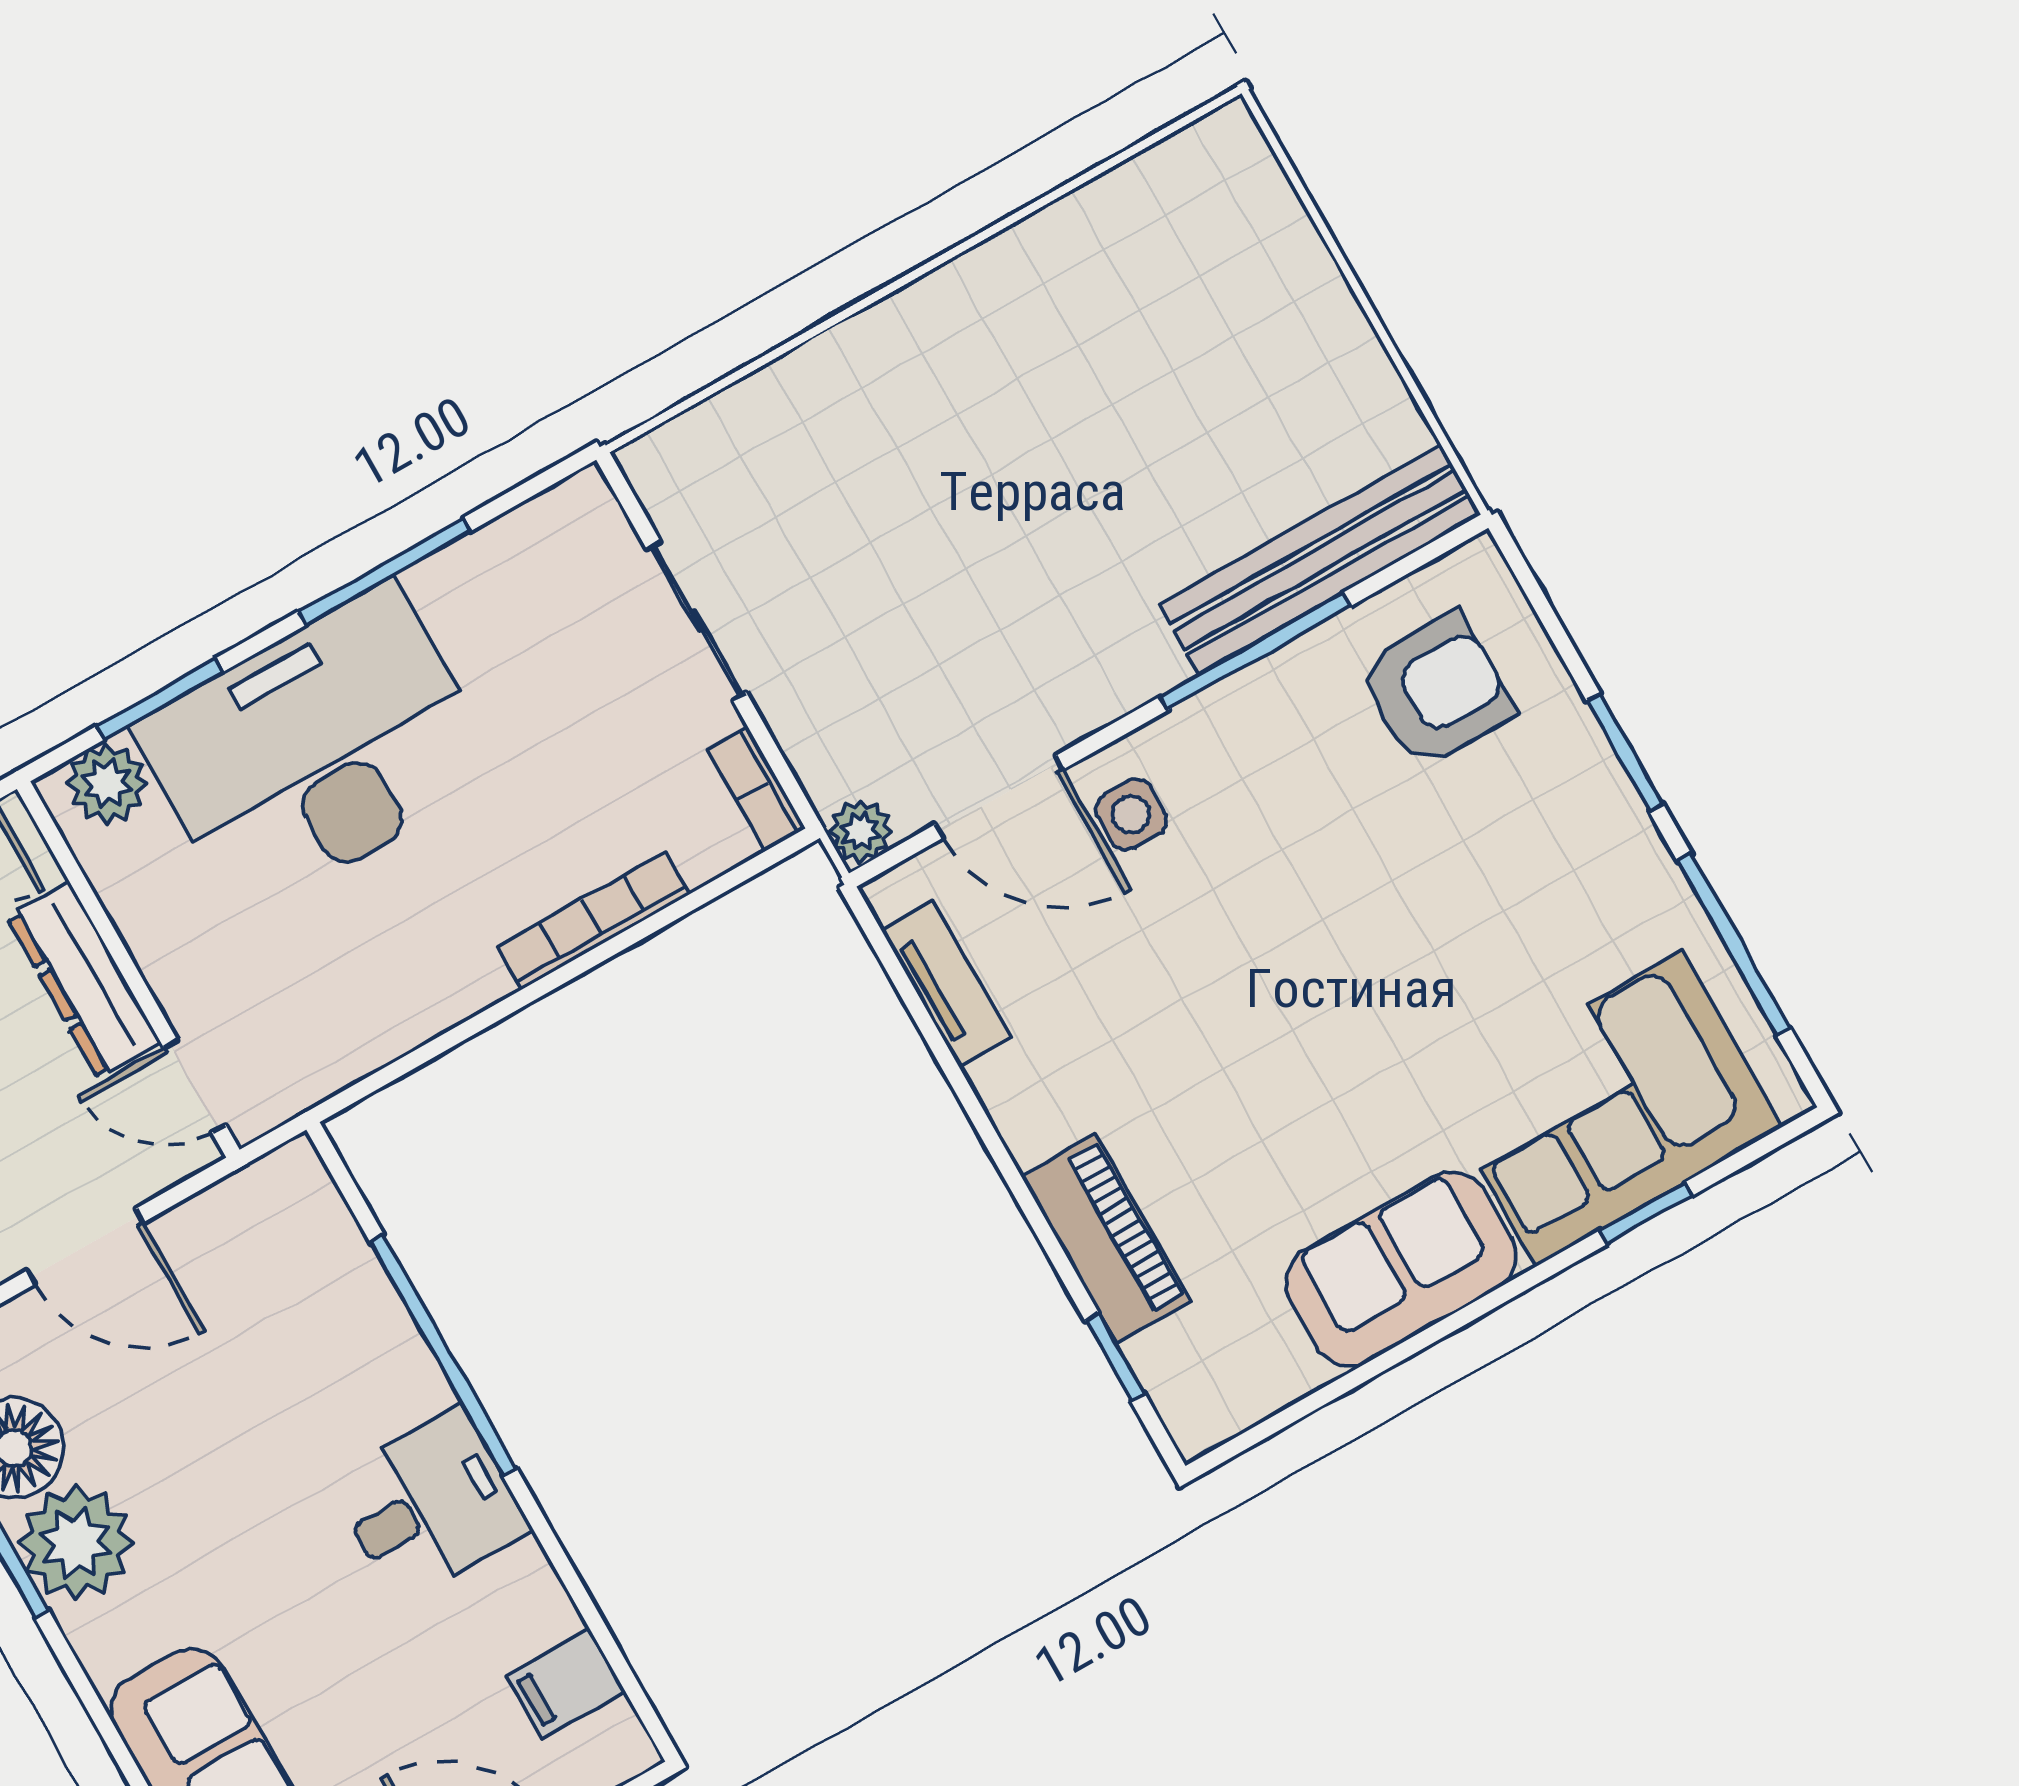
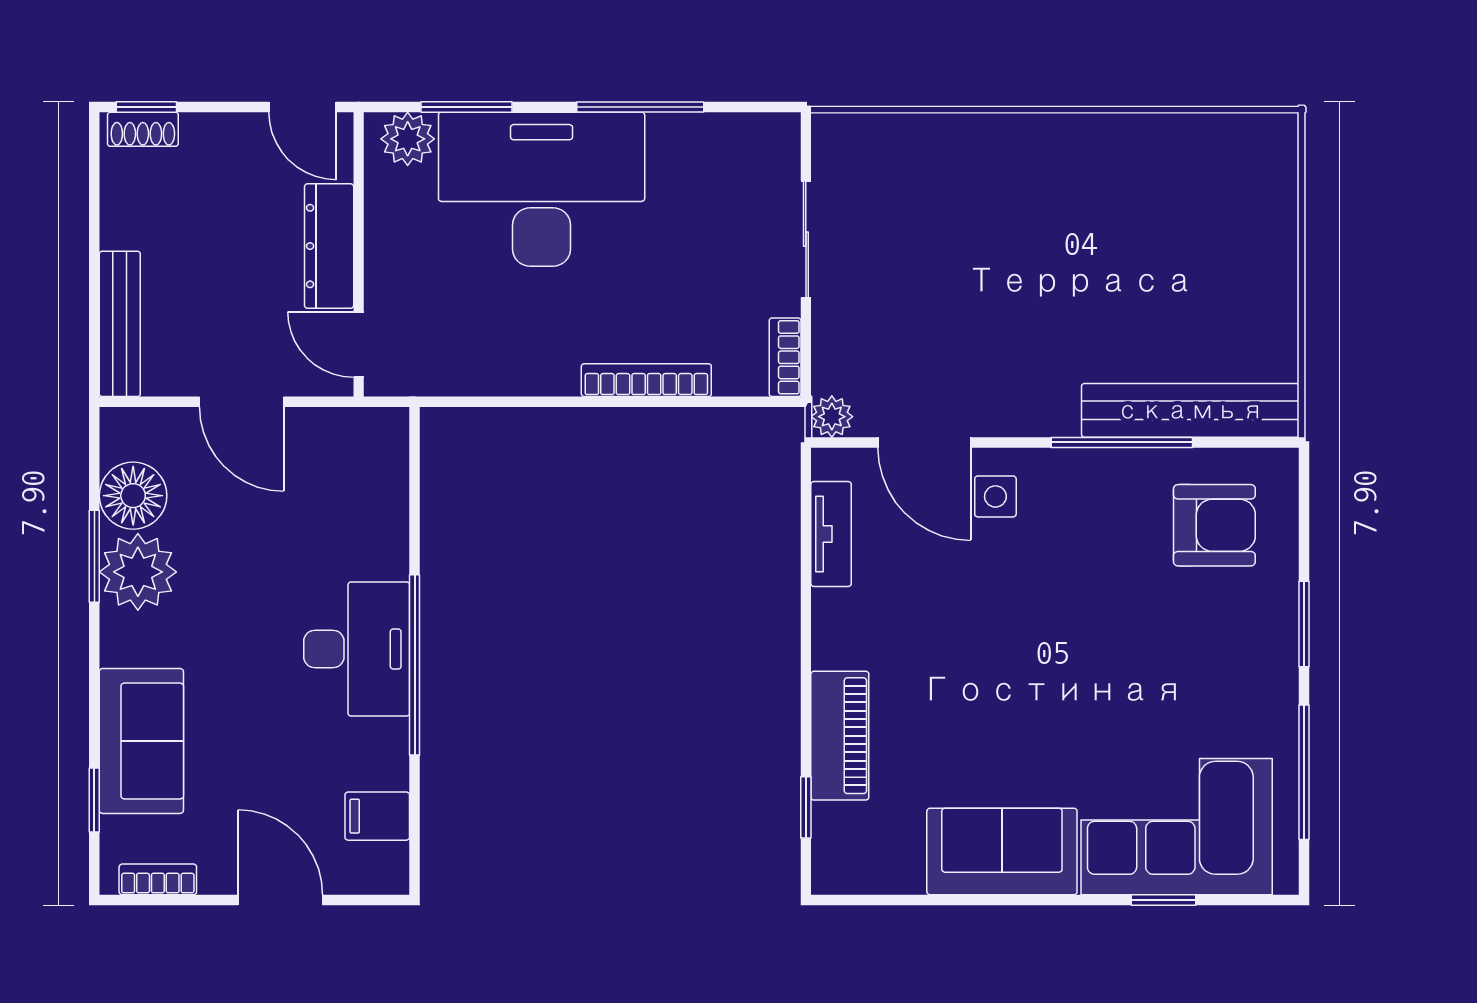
window: (443, 1355) -> (415, 665), moved
desk: (429, 1506) -> (357, 649), width x1.37

